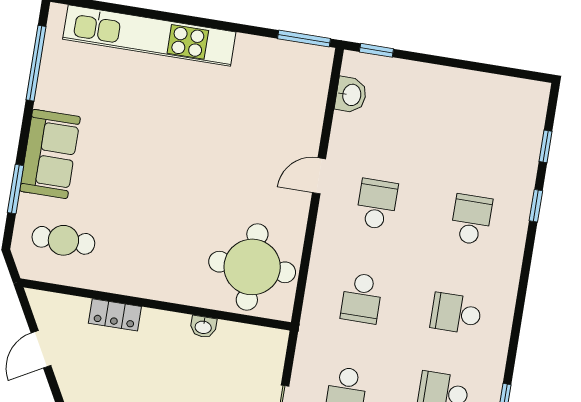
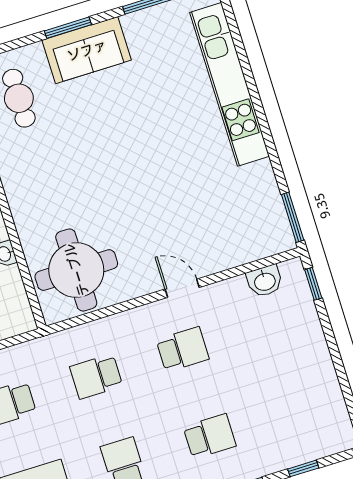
window: (16, 189) -> (68, 28), moved

